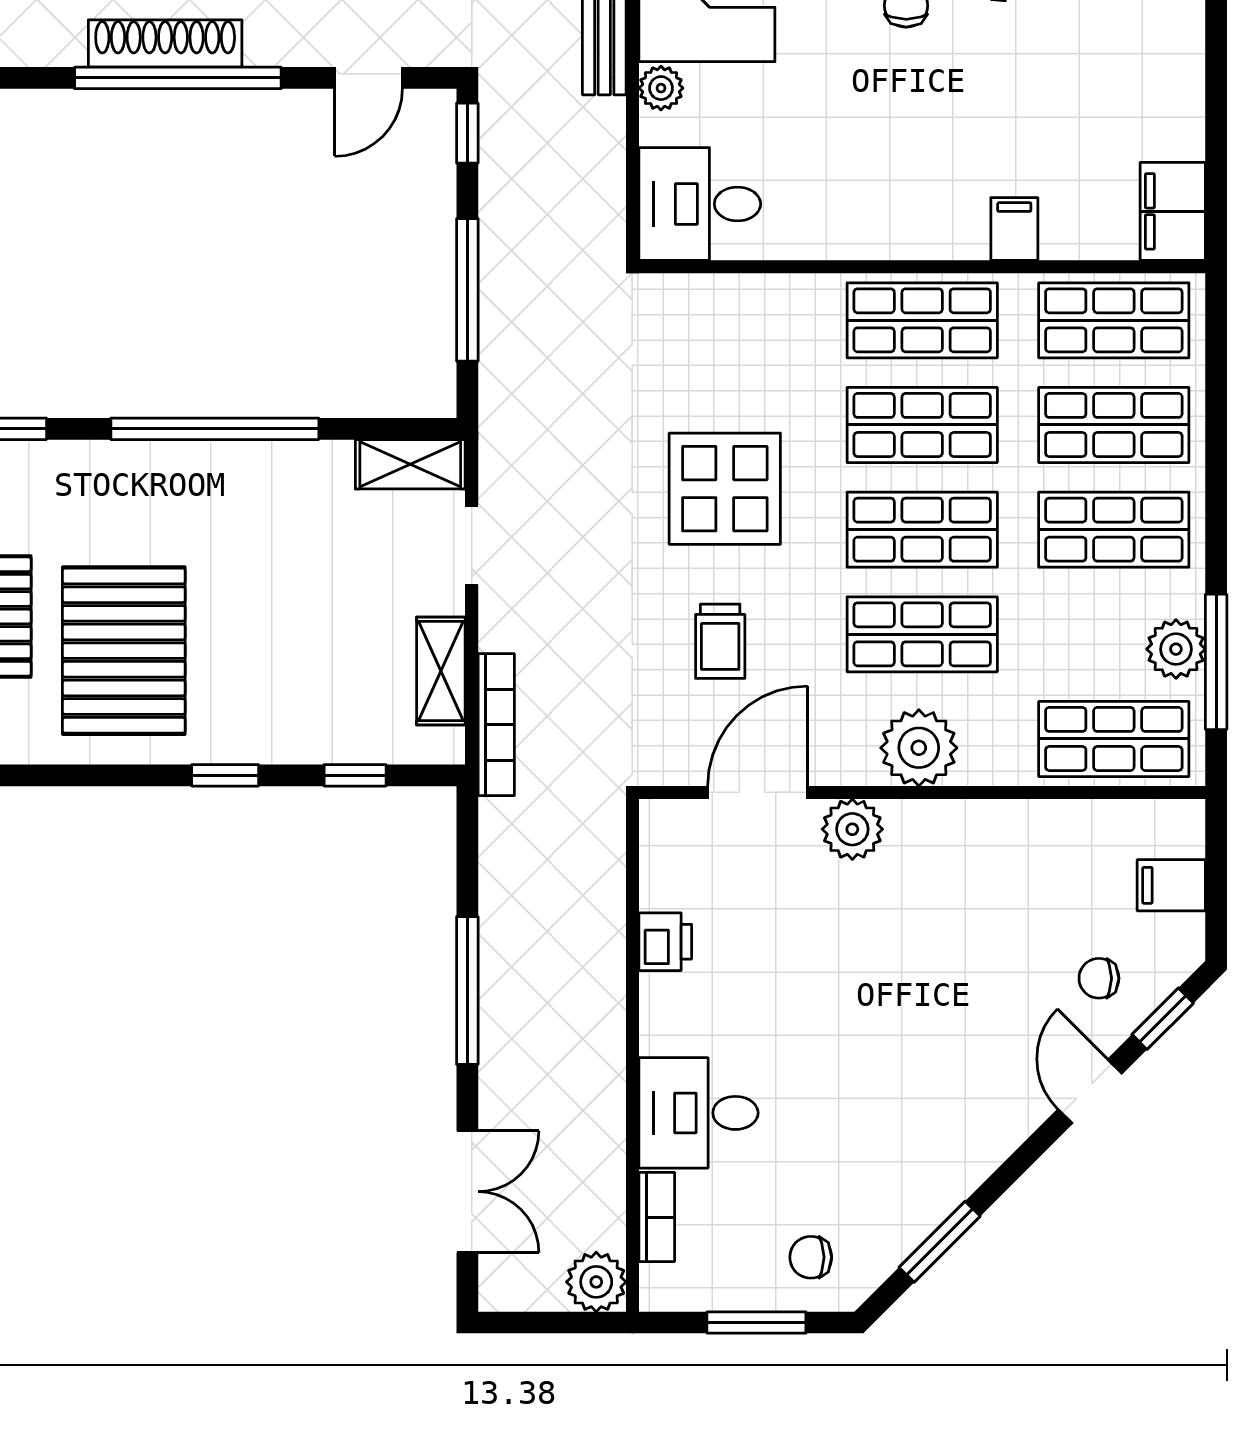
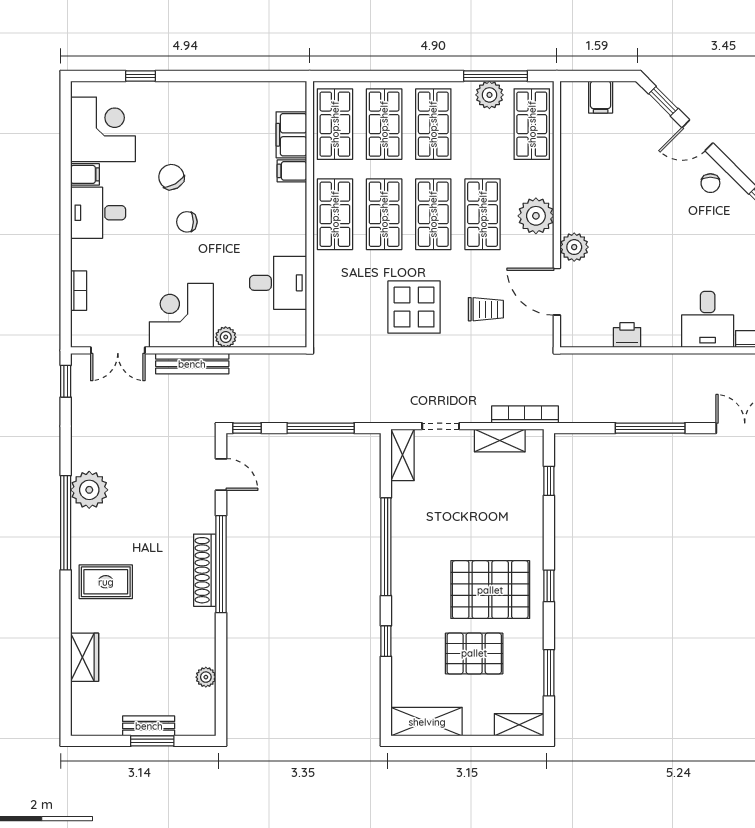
desk: (700, 204) -> (278, 283), moved, turned -90
filing cabinet: (1173, 211) -> (291, 135), moved, turned 90
window: (225, 775) -> (549, 586), moved
chair: (1099, 978) -> (710, 183), moved

